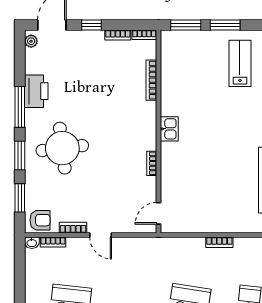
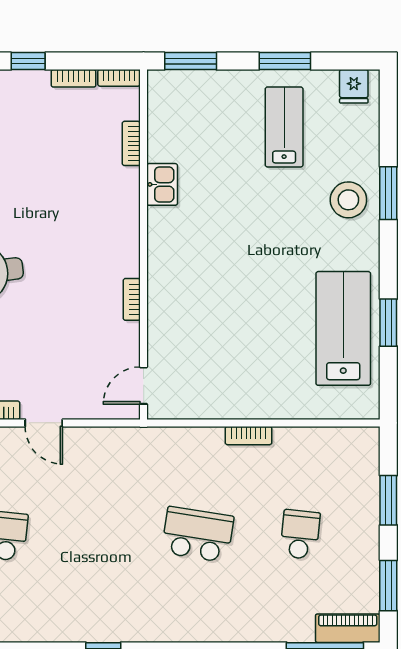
window: (225, 25) -> (285, 61), moved
bookcase: (151, 80) -> (131, 143), width x0.64
kitchen sink: (169, 129) -> (162, 184), moved

